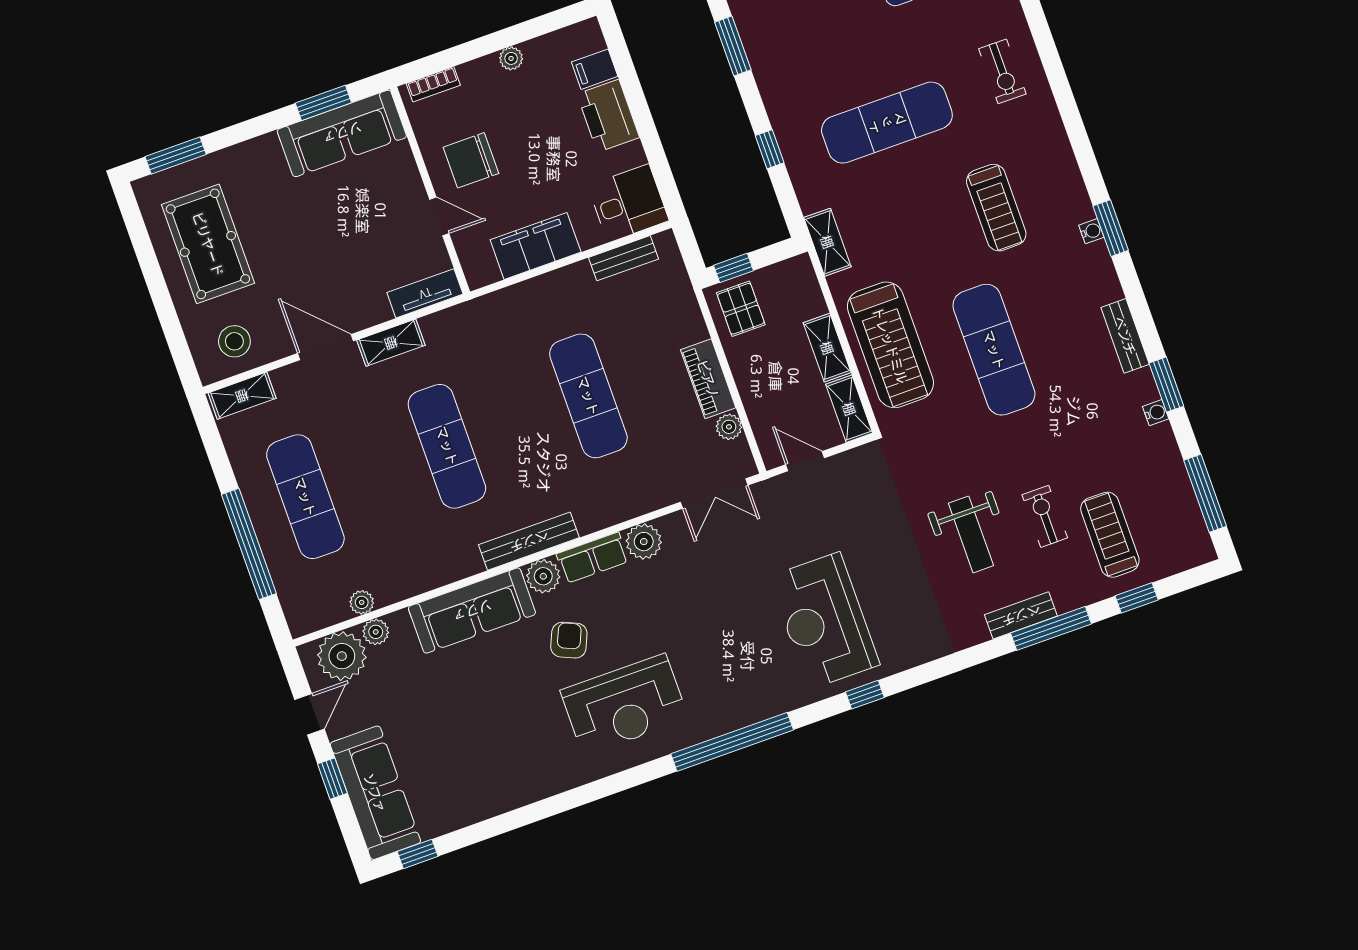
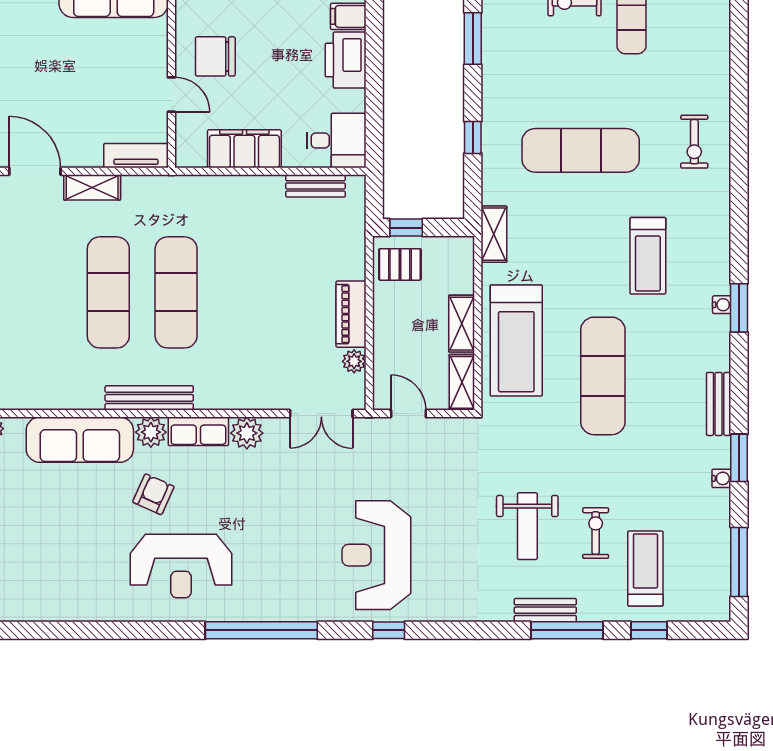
pallet: (741, 309) -> (400, 264), turned 90
exercise mat: (588, 396) -> (176, 292), moved

